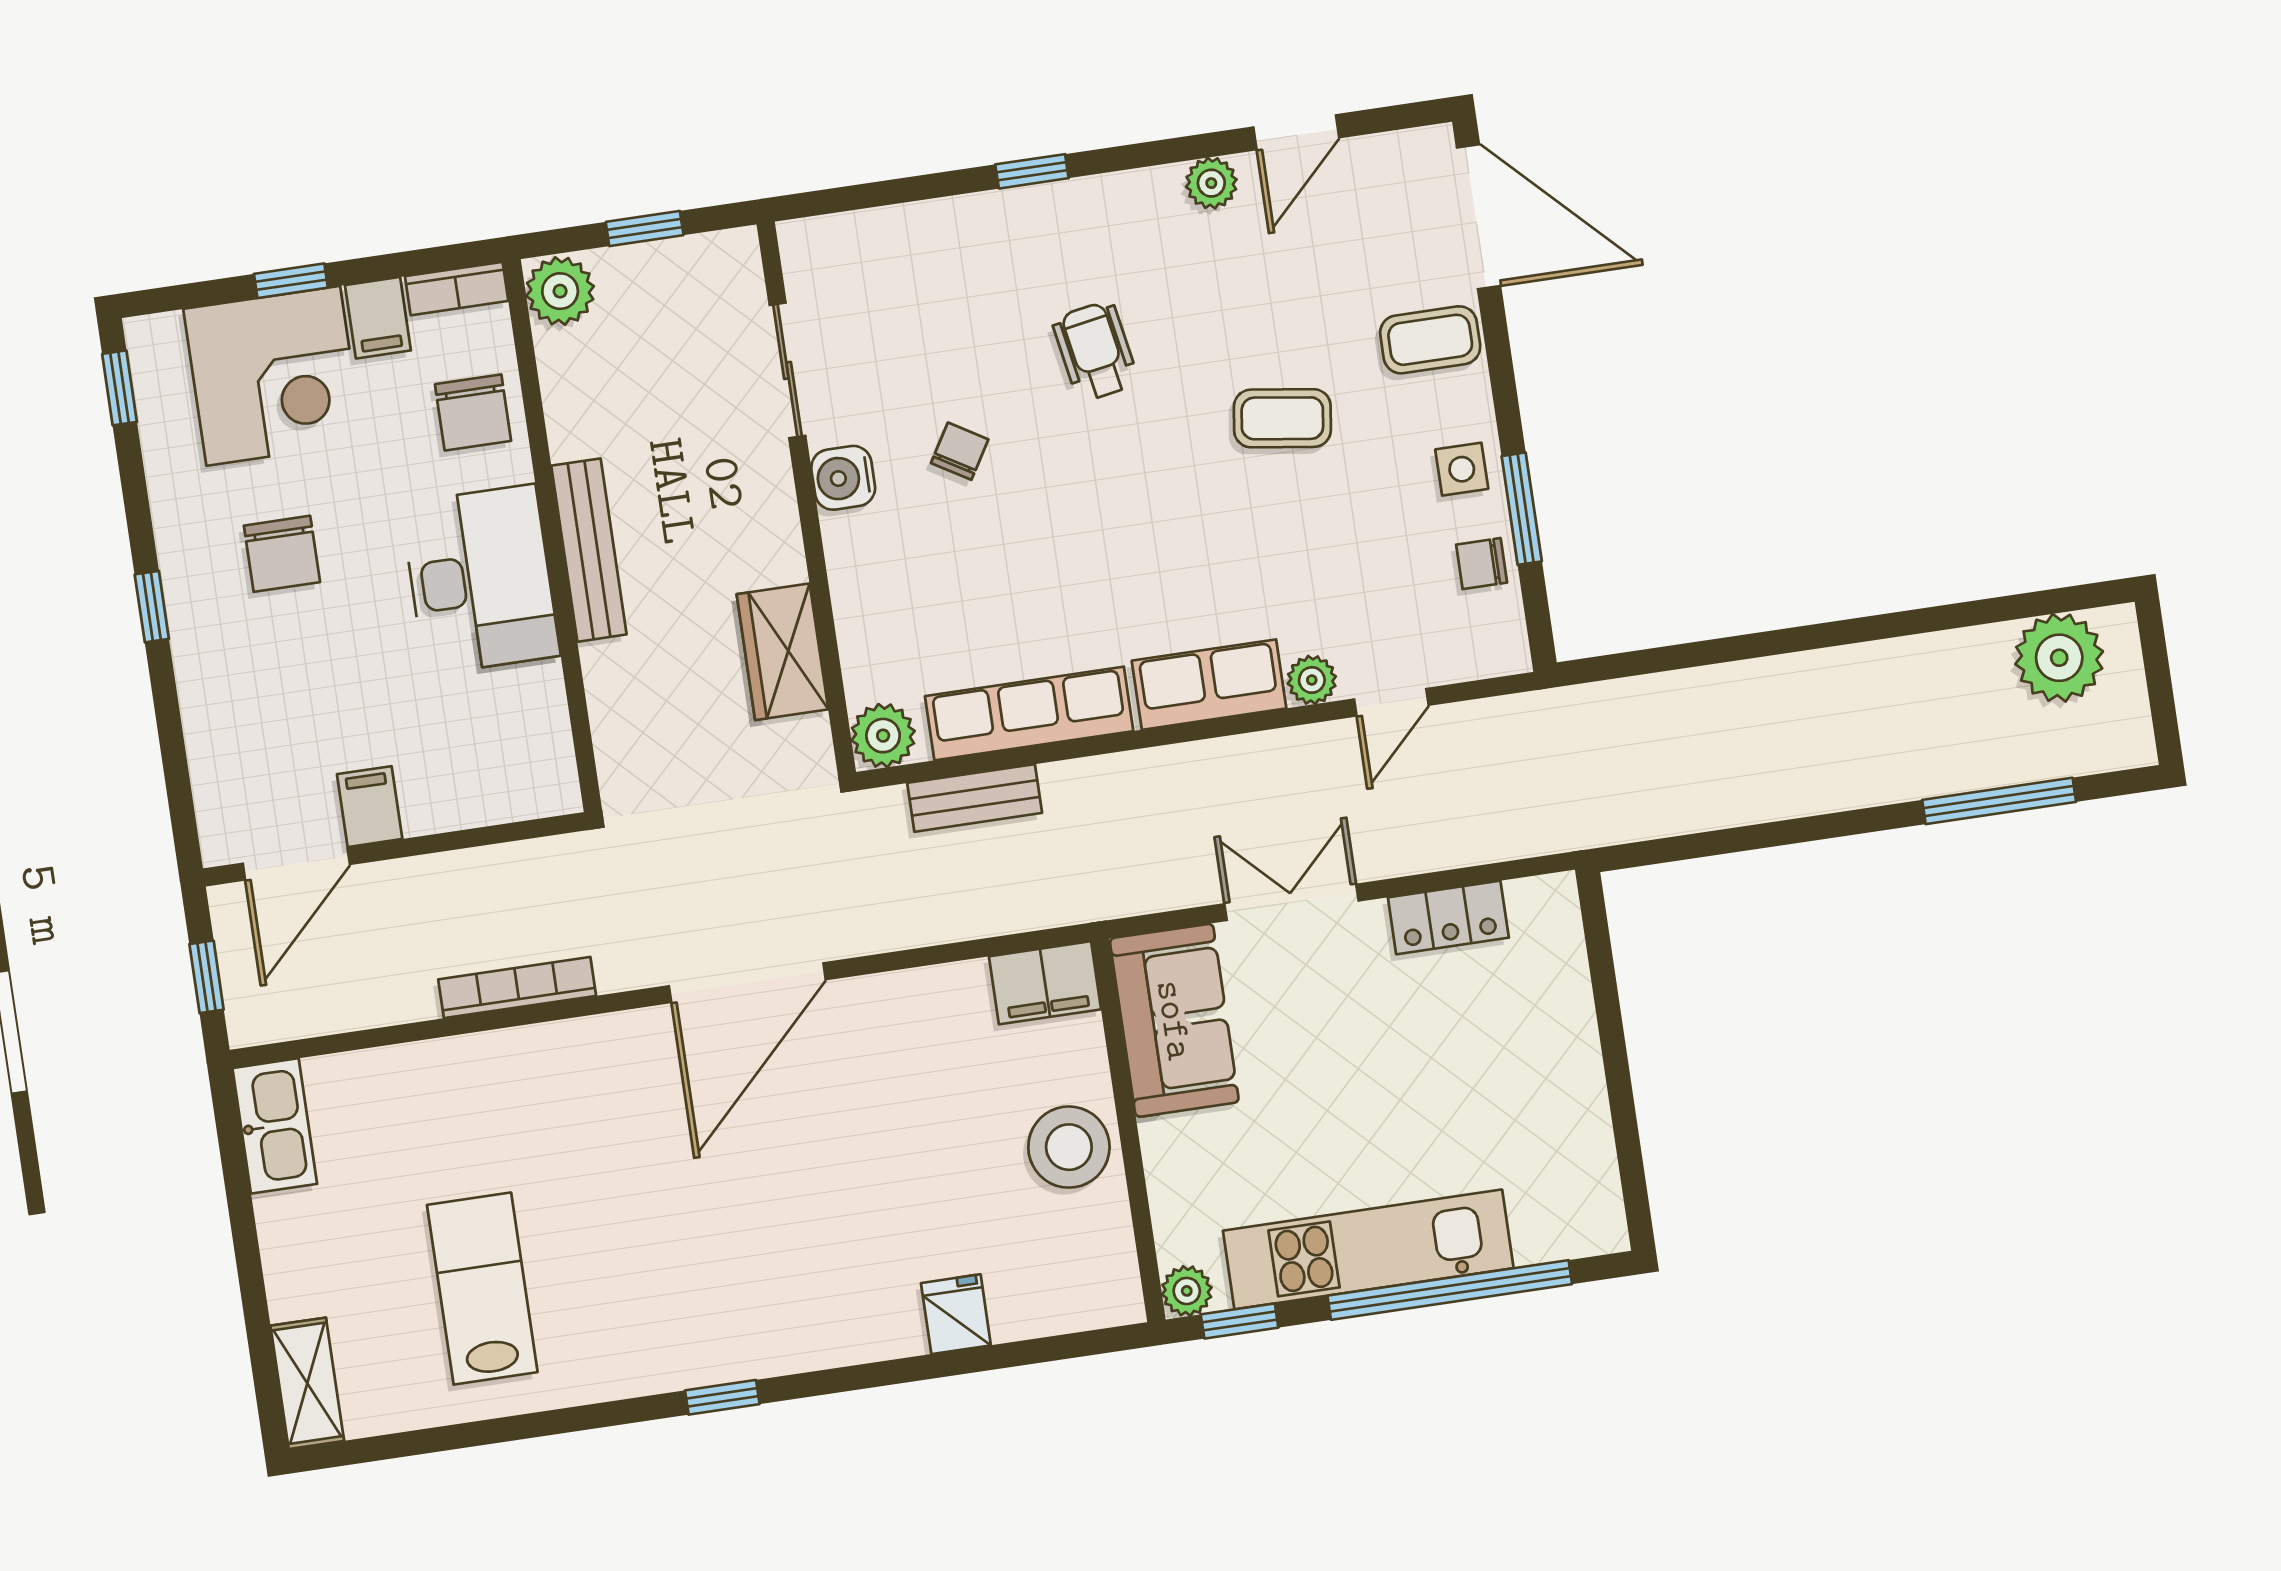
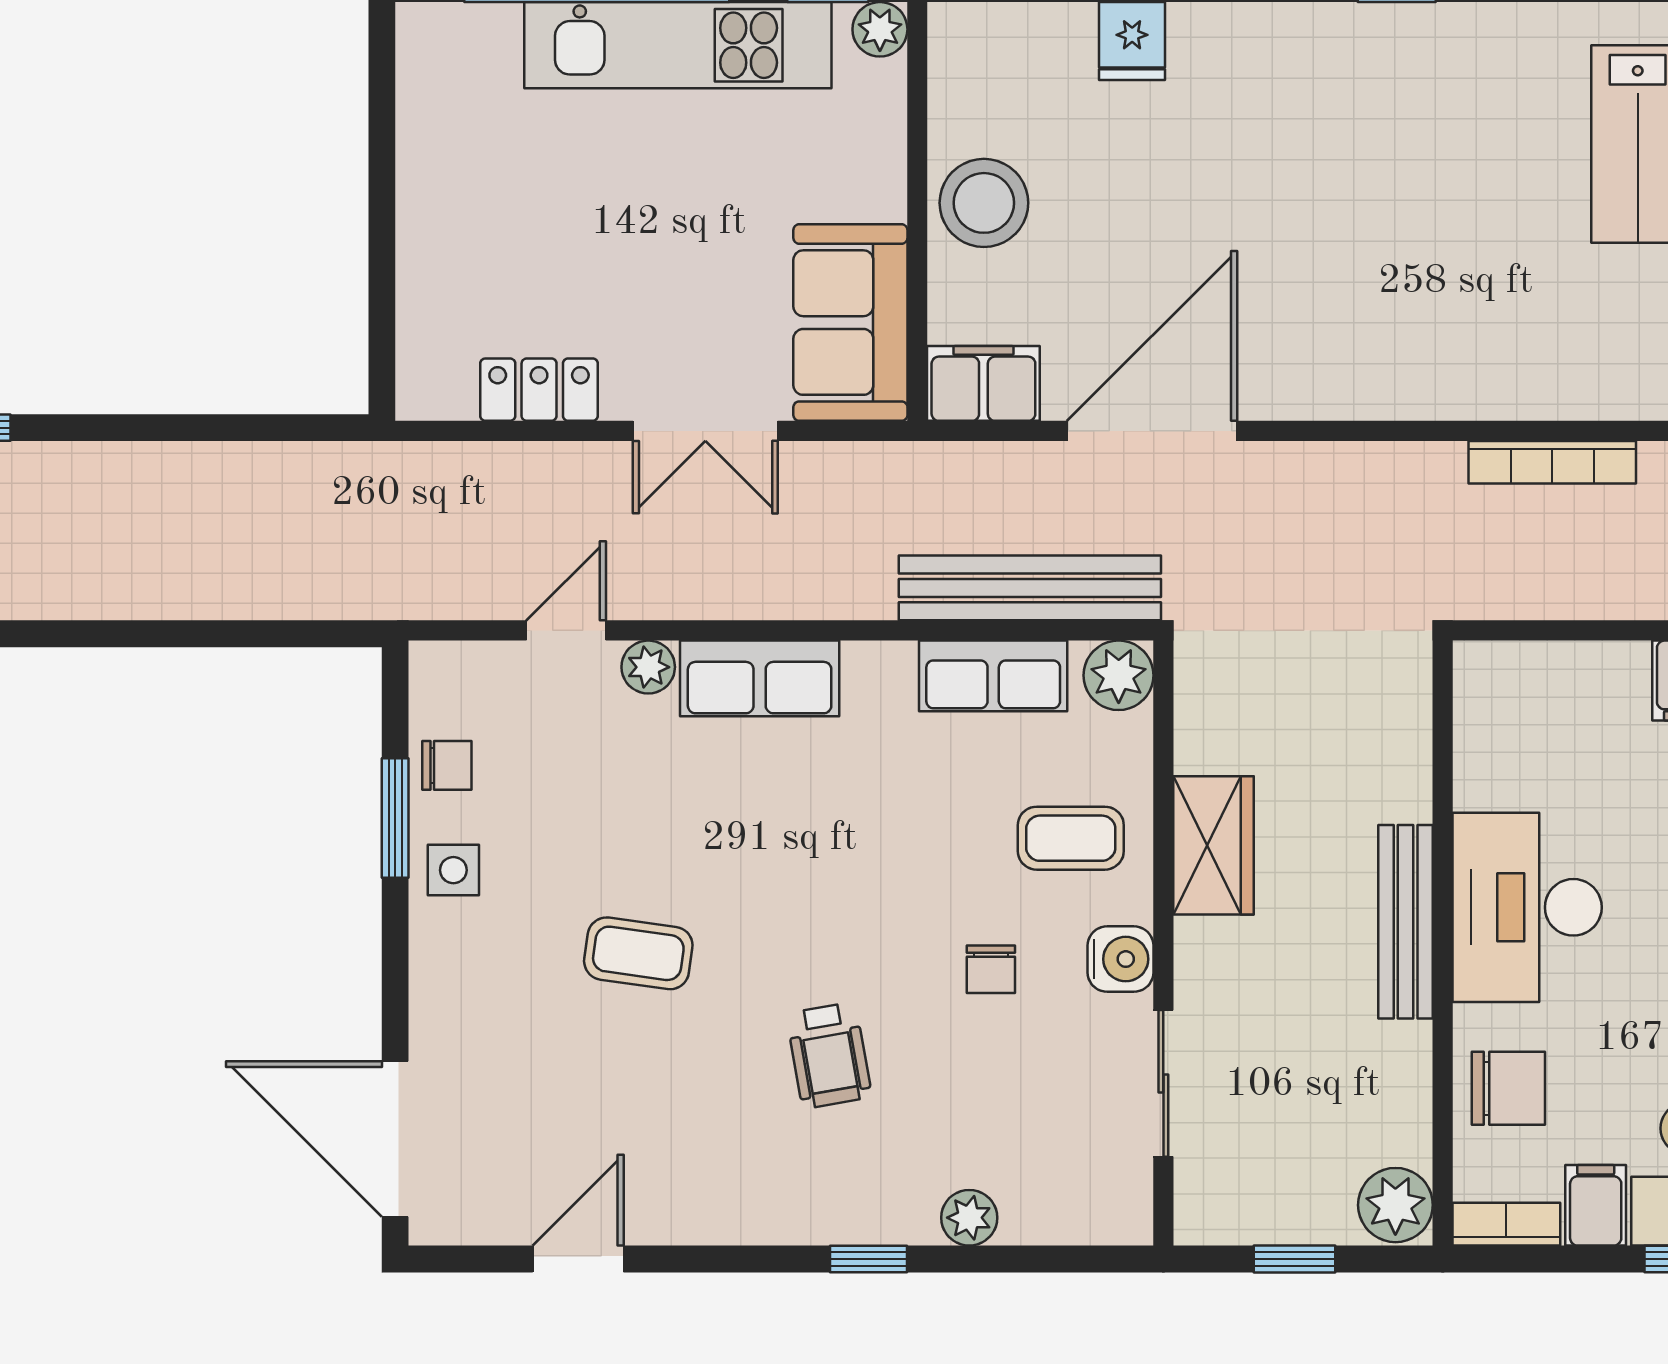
plant: (1211, 183) -> (969, 1218), moved
coffee table: (1430, 340) -> (1071, 838), moved
chair: (473, 412) -> (1508, 1088), turned 90
chair: (960, 451) -> (991, 969), turned -31
wardrobe: (782, 652) -> (1213, 845), moved
row of seats: (1029, 714) -> (993, 676), width x0.68
bench: (975, 798) -> (1030, 588), width x1.86, depth x1.21
door: (747, 983) -> (1152, 431), moved

